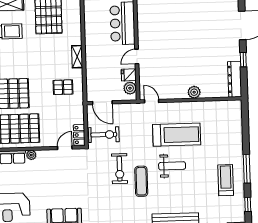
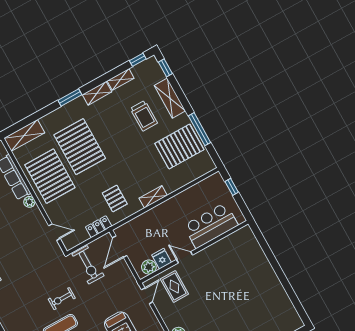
rug: (155, 76) -> (174, 287), added
locker: (79, 135) -> (99, 227), moved
exercise bike: (120, 169) -> (62, 299), width x0.73, depth x0.72

